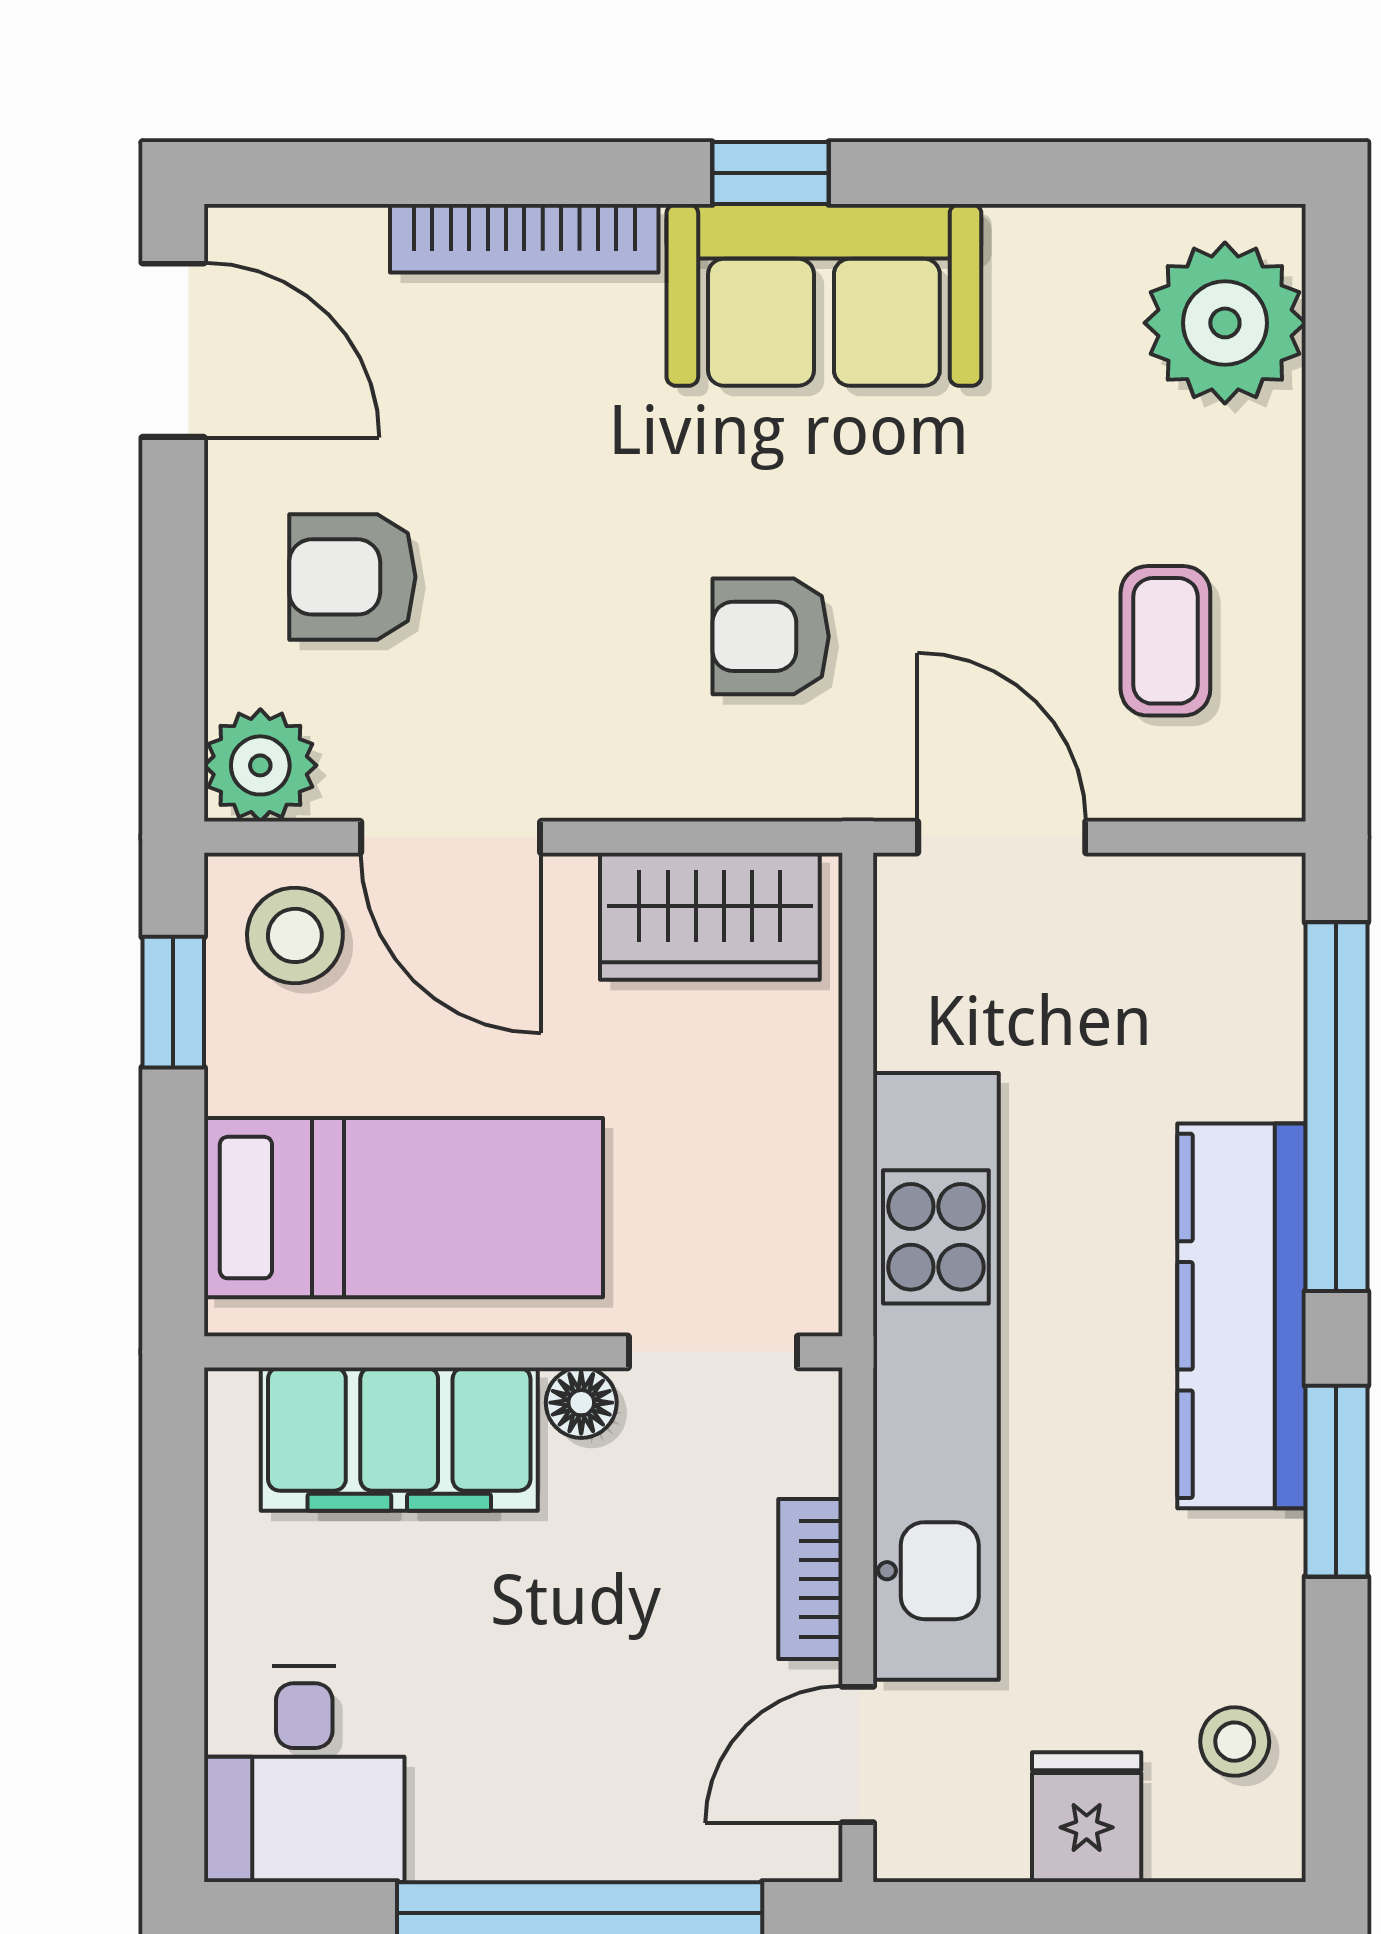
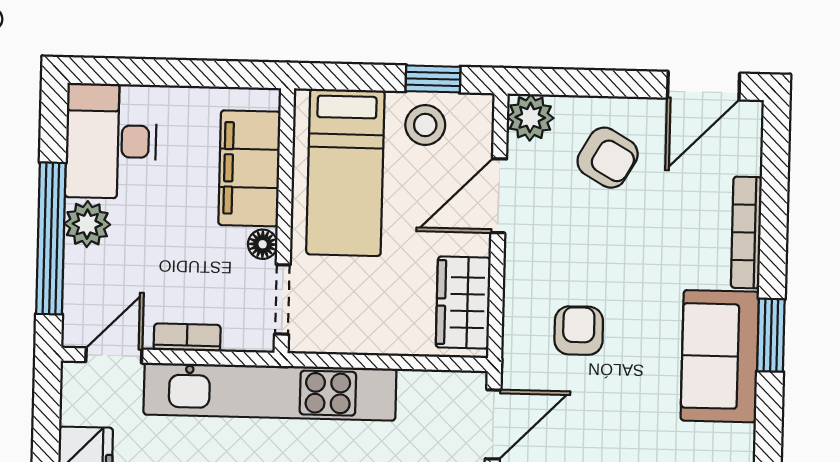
window: (770, 173) -> (771, 335), width x1.50
armchair: (352, 577) -> (608, 158), turned 120
stool: (295, 935) -> (425, 125), moved
door: (858, 1755) -> (114, 355), hinge flipped
desk: (304, 1774) -> (111, 141), width x1.37
plant: (543, 1826) -> (87, 224), added

